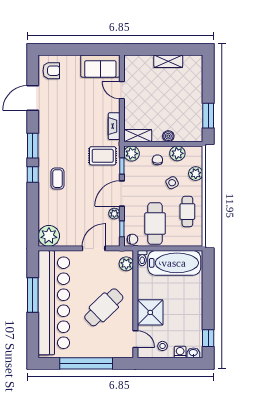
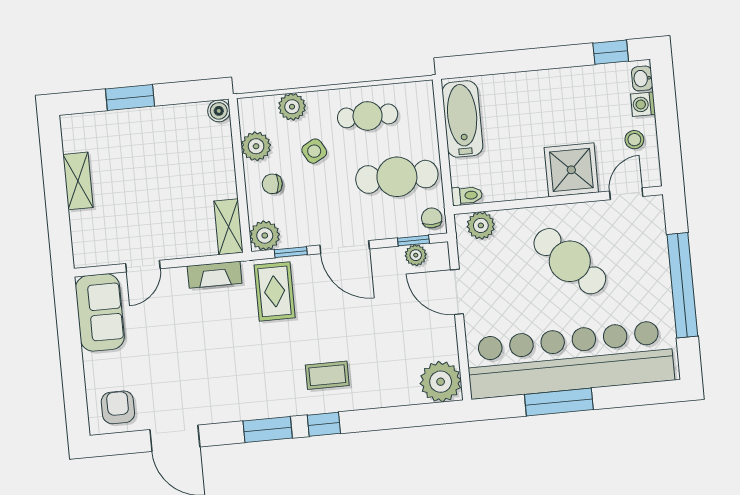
window: (208, 116) -> (130, 98), moved
boiler: (168, 136) -> (219, 111), moved
plant: (114, 214) -> (416, 255), moved
bathtub: (174, 263) -> (462, 119), width x0.73, depth x0.73

